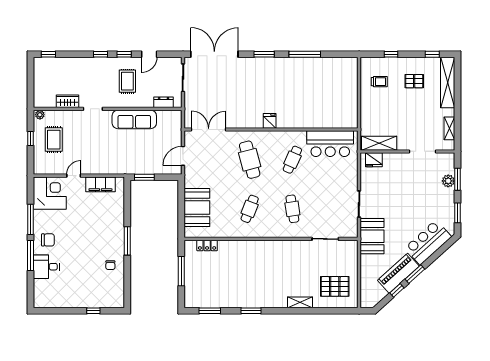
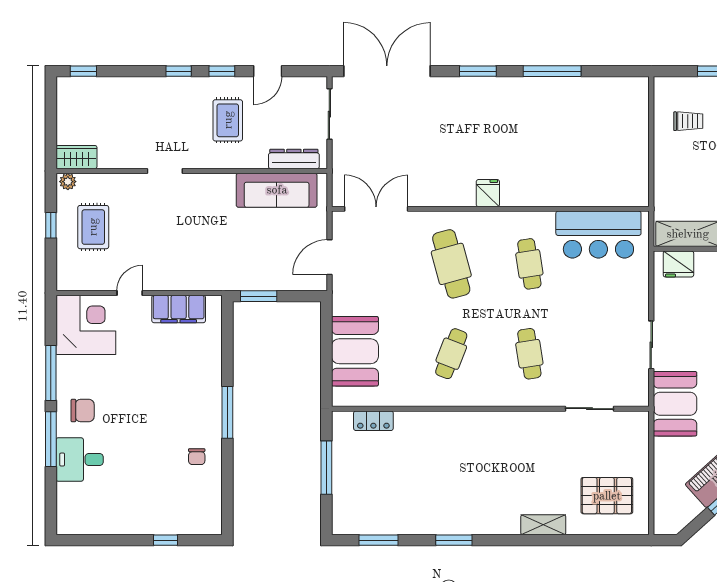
wardrobe: (67, 101) -> (76, 157), moved
dresser: (164, 102) -> (294, 159), width x1.44
sofa: (134, 119) -> (277, 190), moved
cafe table: (292, 160) -> (529, 264), turned -33

